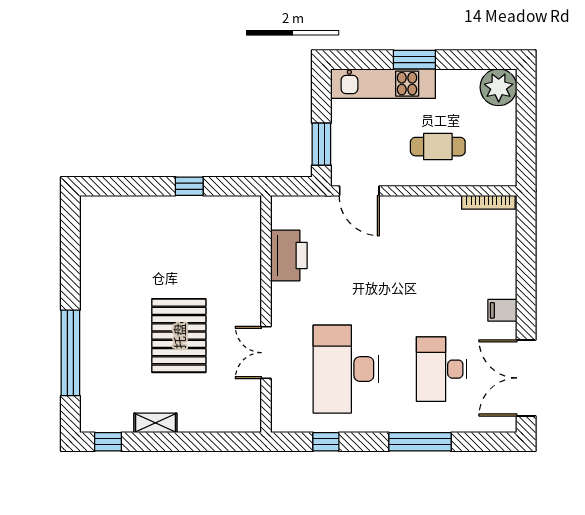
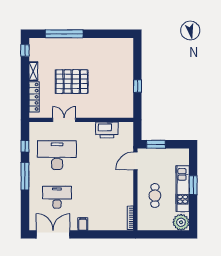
kitchen unit: (383, 84) -> (183, 189), moved
locker: (213, 421) -> (34, 97), added
window: (420, 442) -> (25, 176), moved

